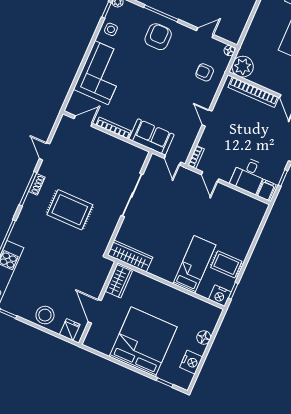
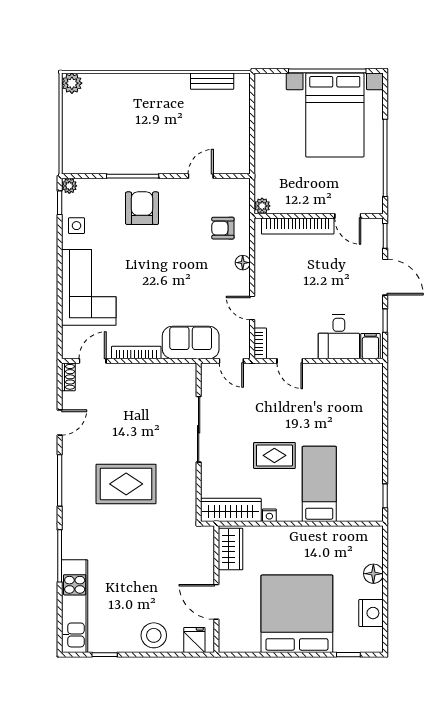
floor lamp: (229, 51) -> (243, 263), moved
plant: (243, 67) -> (262, 206), width x0.53, depth x0.53
door: (207, 118) -> (252, 308), moved
door: (44, 151) -> (60, 422), swing flipped
shoe rack: (37, 184) -> (68, 377), moved
rug: (226, 264) -> (274, 455), moved
nightstand: (220, 296) -> (269, 515), moved, width x0.53, depth x0.56

